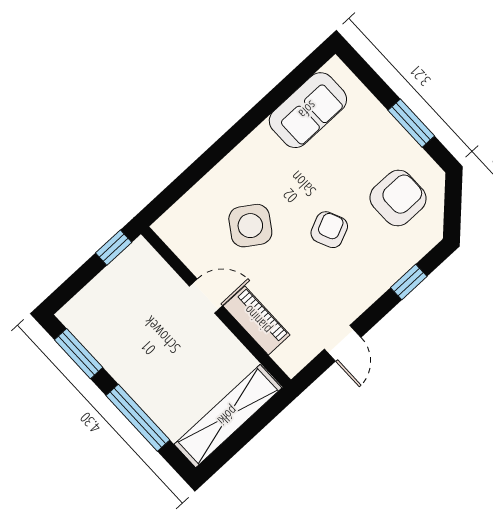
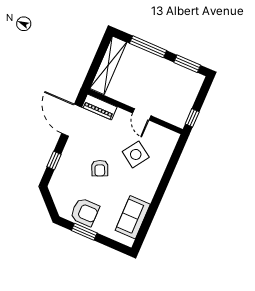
armchair: (398, 198) -> (85, 212), moved, turned -90
door: (206, 296) -> (142, 114), hinge flipped
piano: (257, 320) -> (99, 107), moved
door: (343, 343) -> (71, 120), width x1.87

